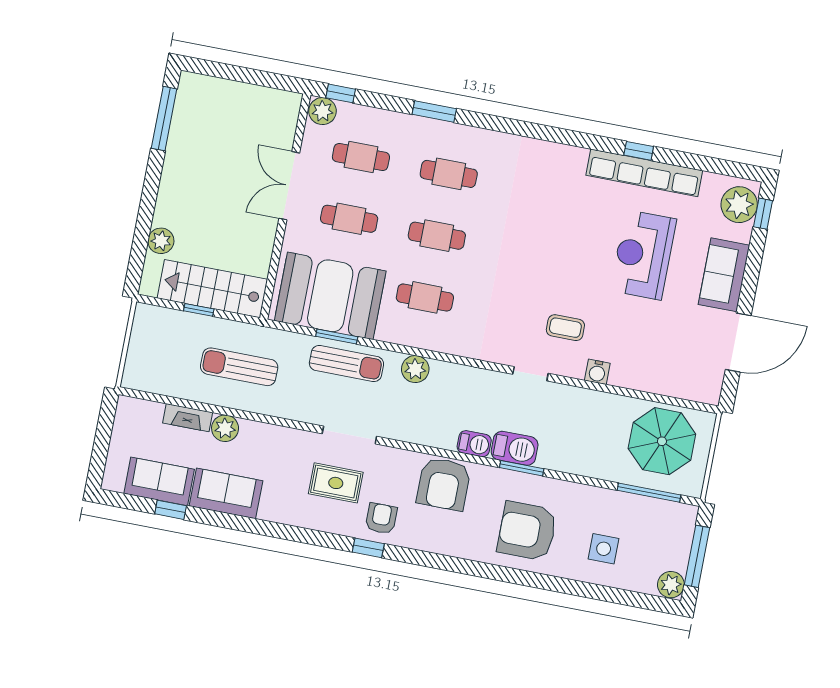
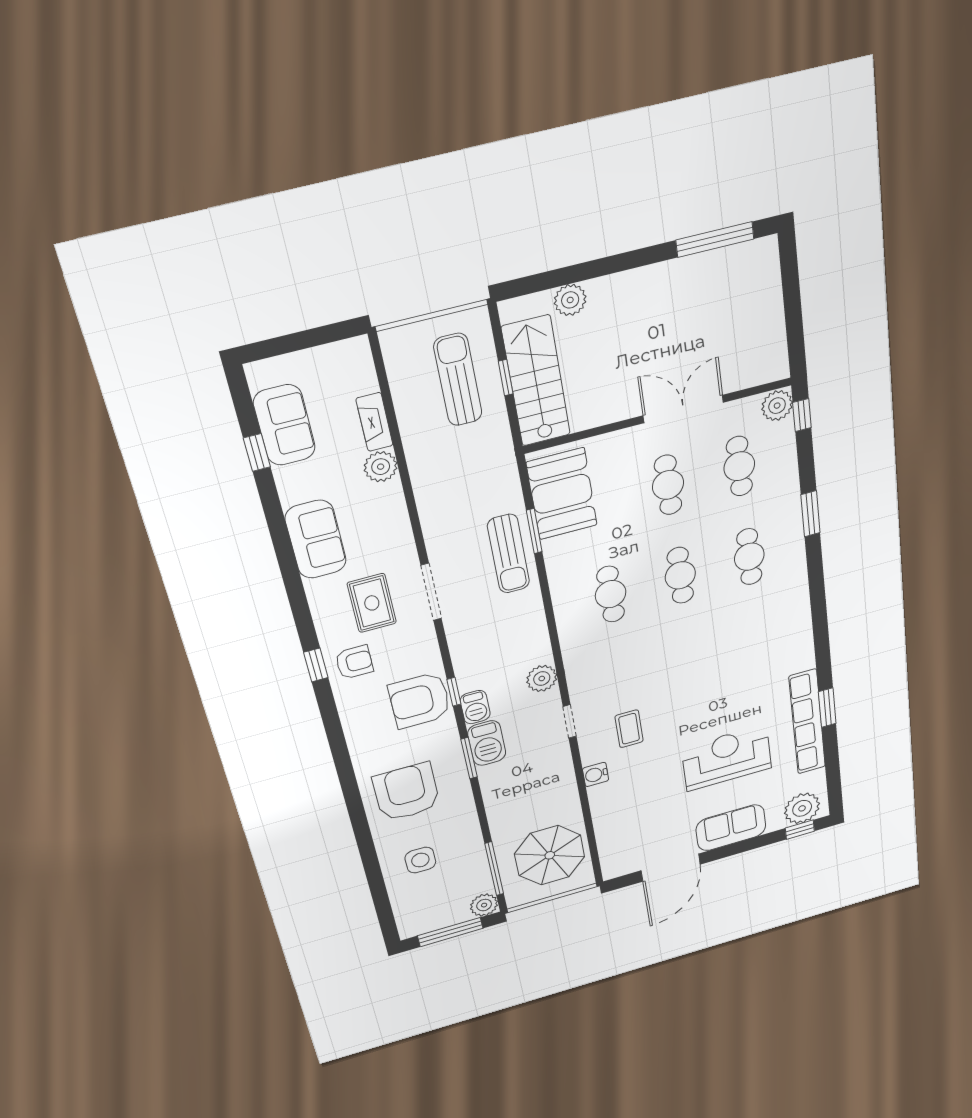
window: (639, 151) -> (827, 708), width x1.50
booth: (330, 296) -> (562, 494), width x0.73, depth x0.70
door: (738, 342) -> (671, 868), hinge flipped
sun lounger: (239, 367) -> (458, 380), moved
plant: (415, 369) -> (542, 678), moved
window: (450, 454) -> (454, 692), added
sofa: (226, 493) -> (316, 539), moved
plant: (671, 585) -> (484, 905), moved

